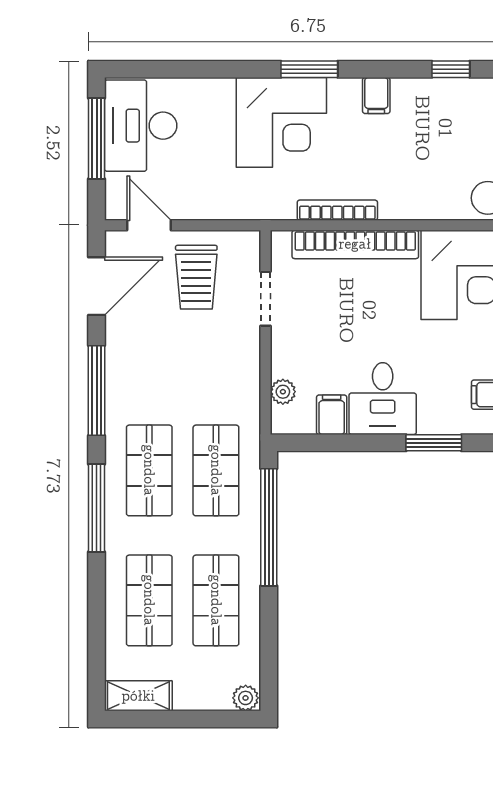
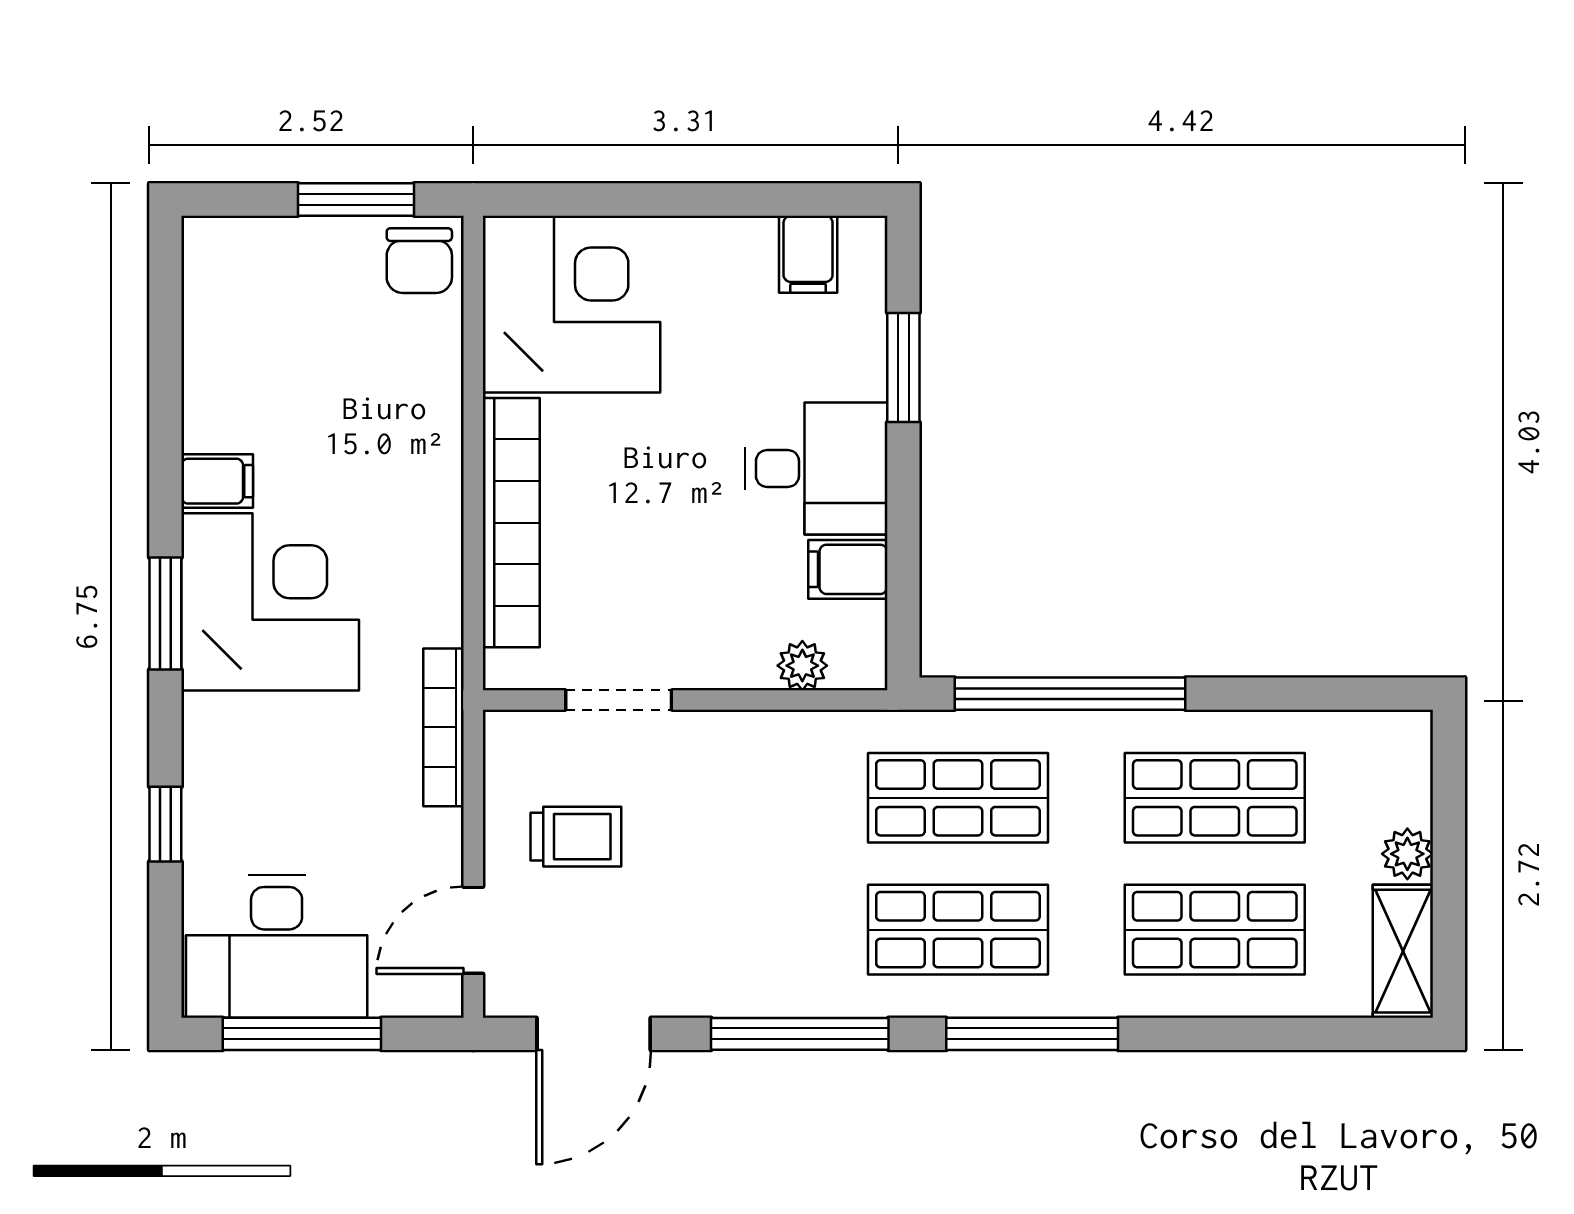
window: (451, 69) -> (165, 824), moved
corner desk: (281, 122) -> (270, 602), moved
bookcase: (337, 210) -> (444, 727), moved
trolley: (196, 277) -> (576, 837), width x0.73, depth x0.72
door: (97, 286) -> (594, 1034), swing flipped
plant: (246, 698) -> (1407, 854), moved

